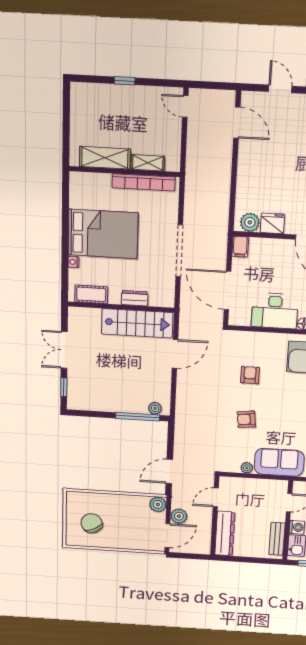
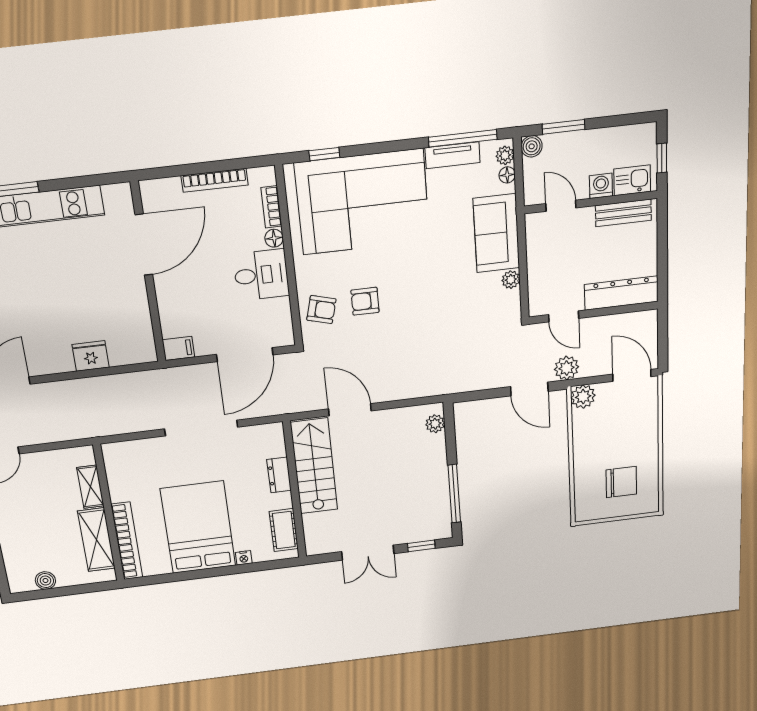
boiler: (77, 112) -> (45, 581), added
bookcase: (144, 182) -> (127, 541), moved
plant: (250, 222) -> (141, 342), removed
fridge: (272, 223) -> (91, 356), moved, turned 90
desk: (275, 311) -> (261, 275), width x0.73
window: (138, 417) -> (454, 494), moved
armchair: (246, 419) -> (321, 310), moved, turned -68
plant: (179, 516) -> (567, 368), moved
chair: (92, 523) -> (621, 482), turned -152

